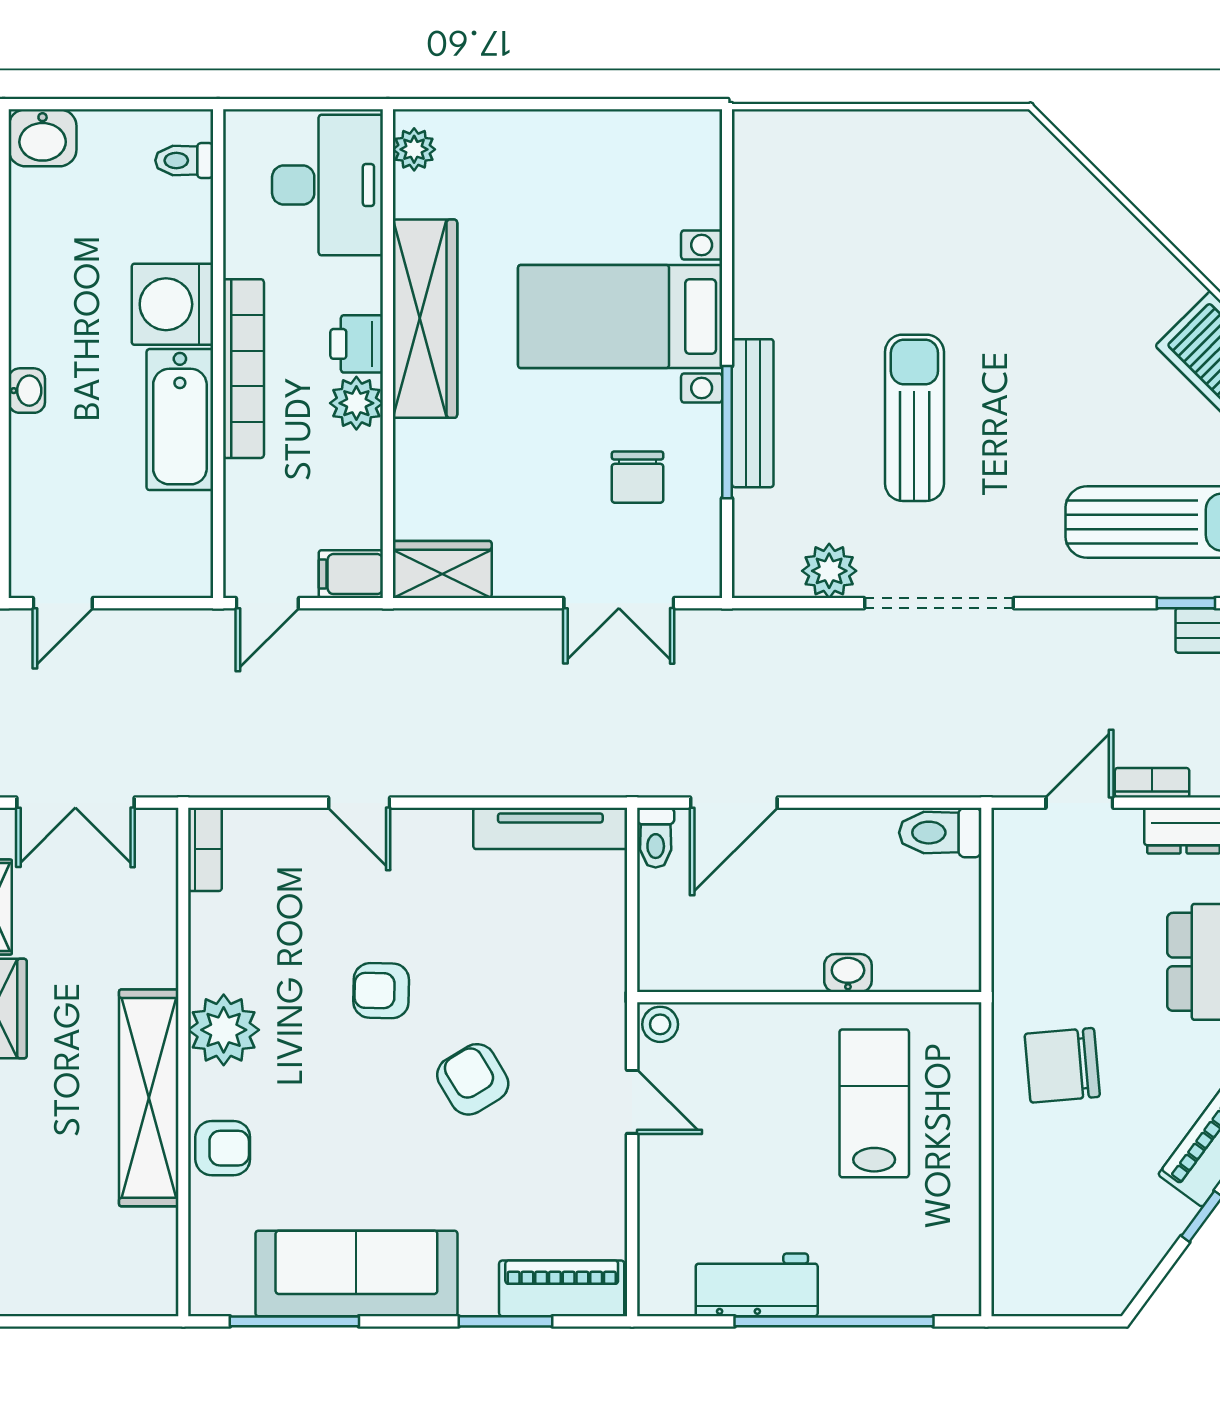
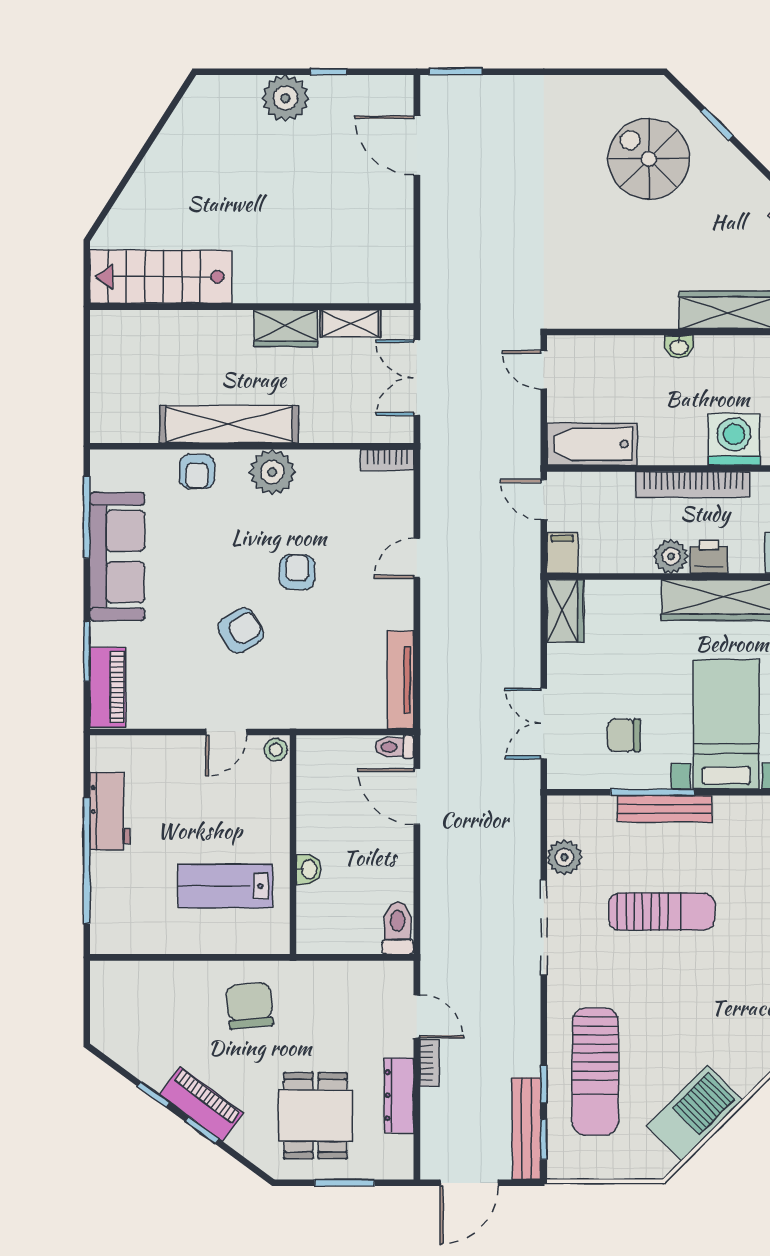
bathtub: (180, 420) -> (592, 444), moved
lab bench: (874, 1103) -> (225, 886), turned 180

